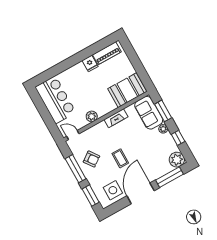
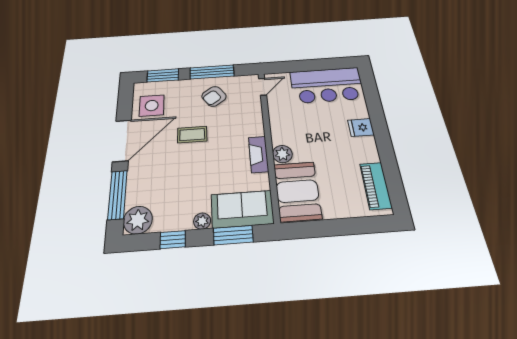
fridge: (90, 63) -> (361, 127), moved
plant: (92, 116) -> (282, 154), moved
door: (141, 193) -> (122, 140), hinge flipped

